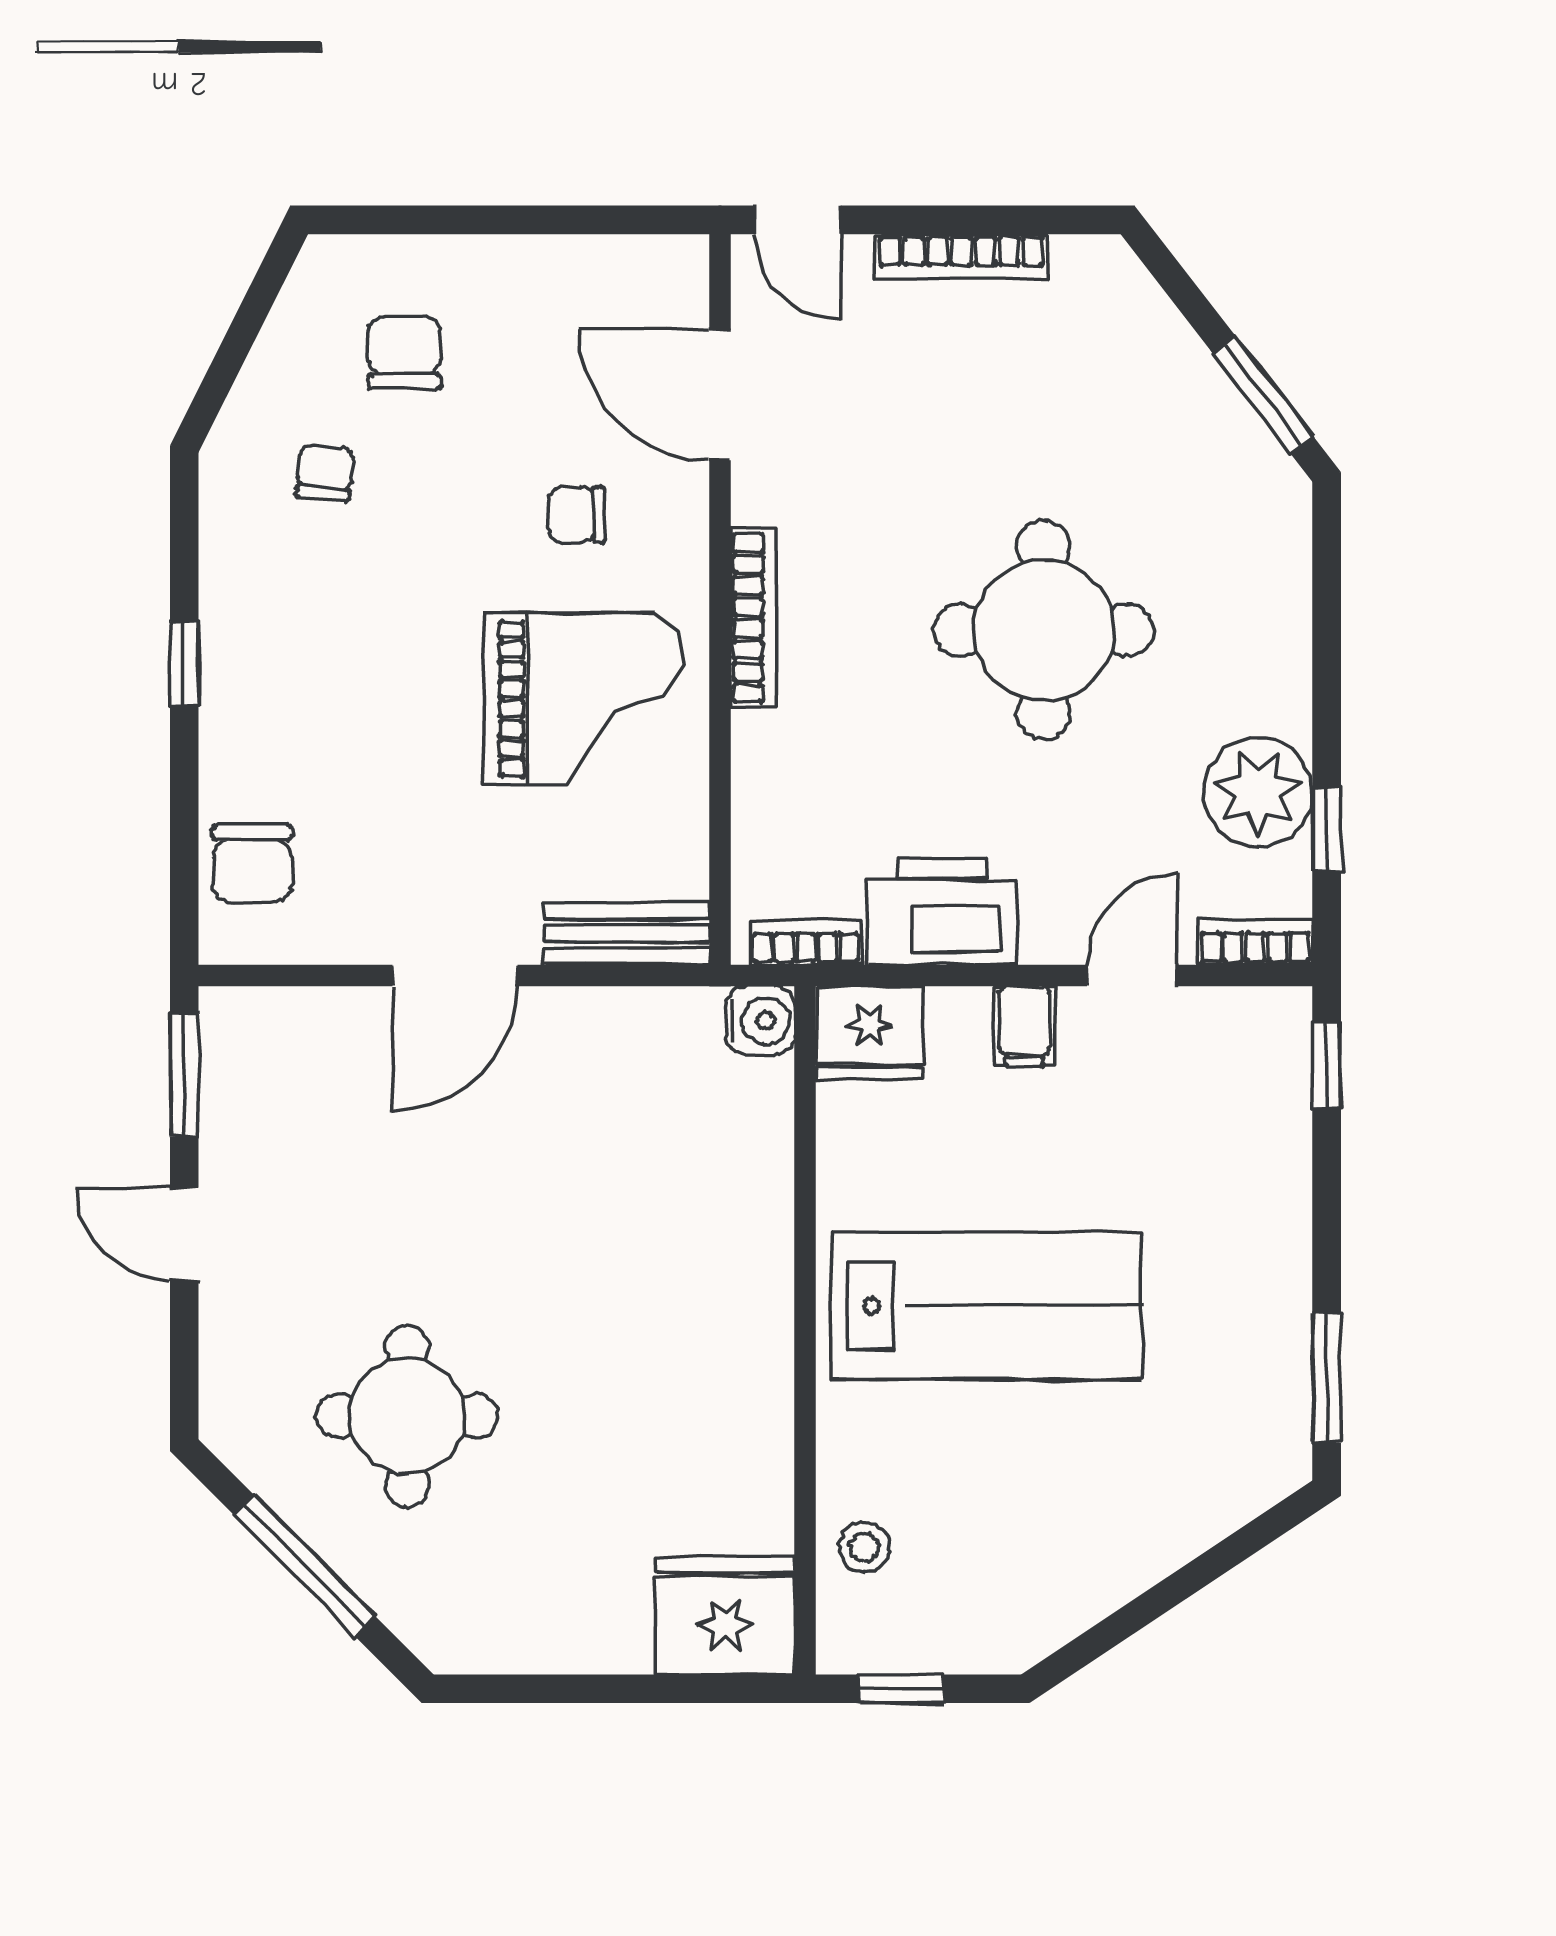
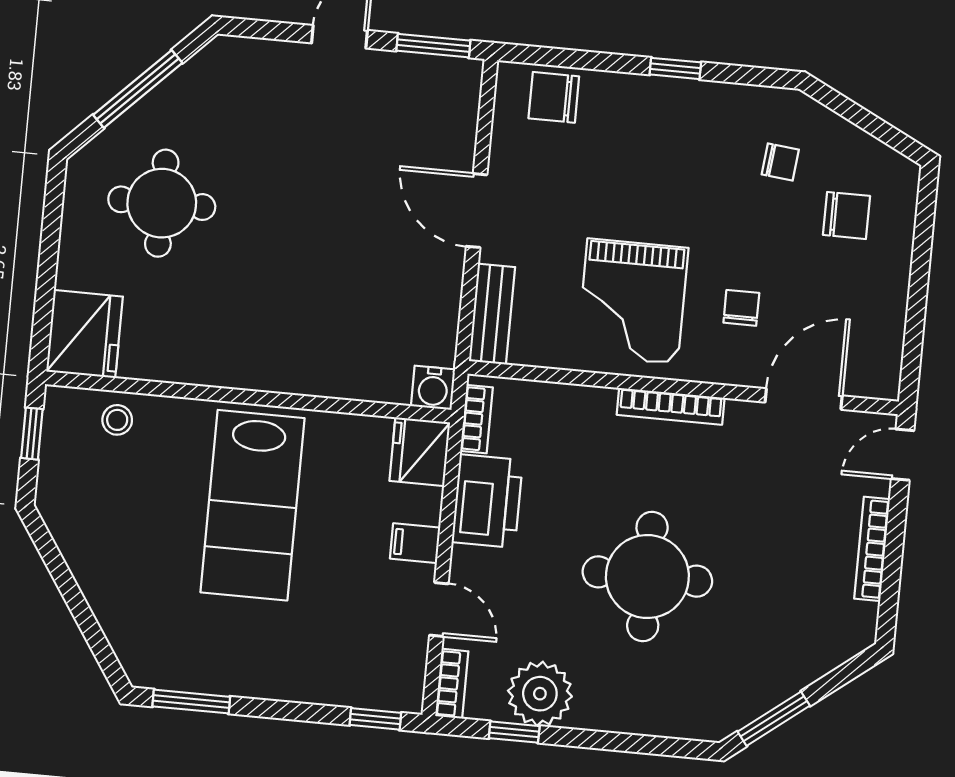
round table: (407, 1416) -> (162, 203), moved

